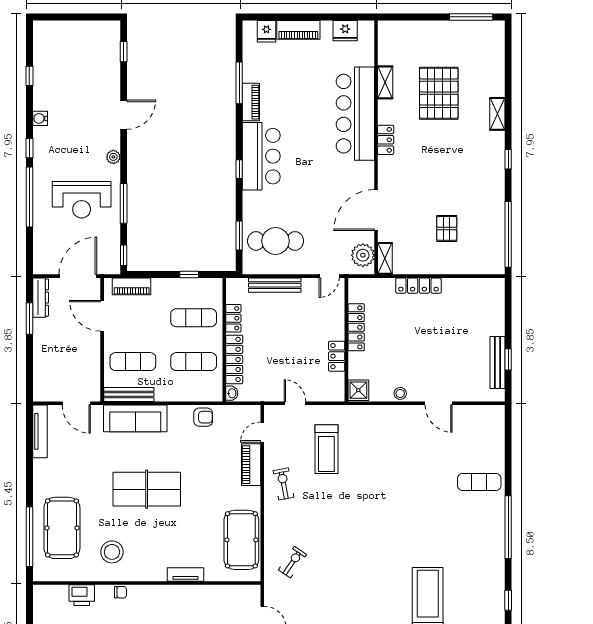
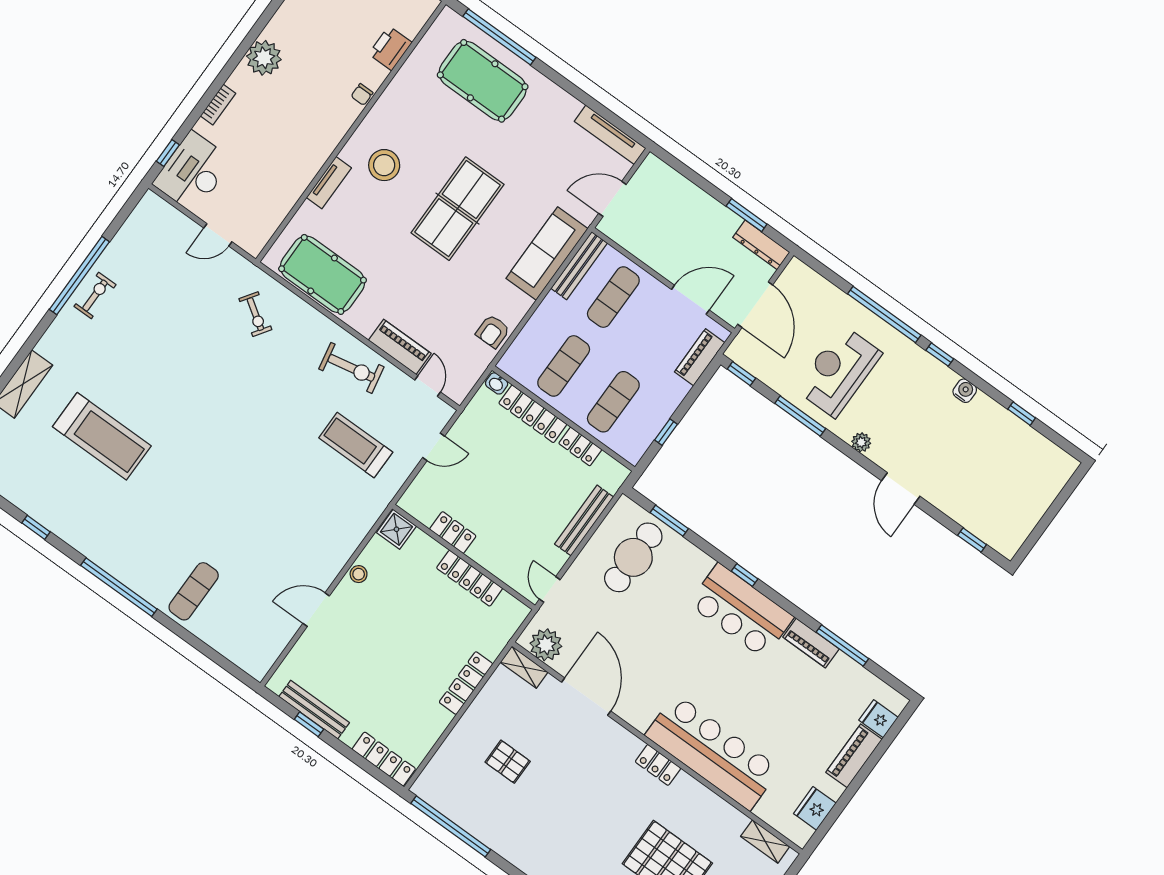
shelving: (385, 82) -> (765, 841), moved
locker: (497, 301) -> (384, 759), added
exercise bike: (284, 484) -> (351, 368), width x1.38, depth x1.39
stool: (112, 552) -> (384, 165), moved

